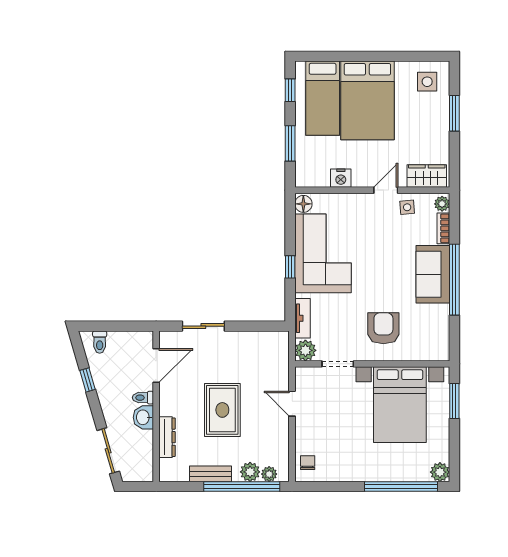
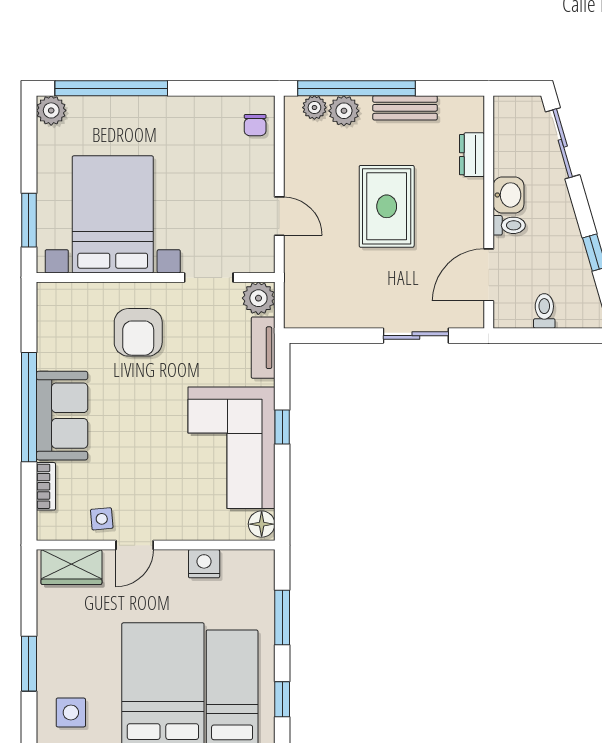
plant: (442, 204) -> (48, 524), removed
toilet: (100, 342) -> (544, 311), moved
dresser: (167, 437) -> (472, 155), width x0.70

